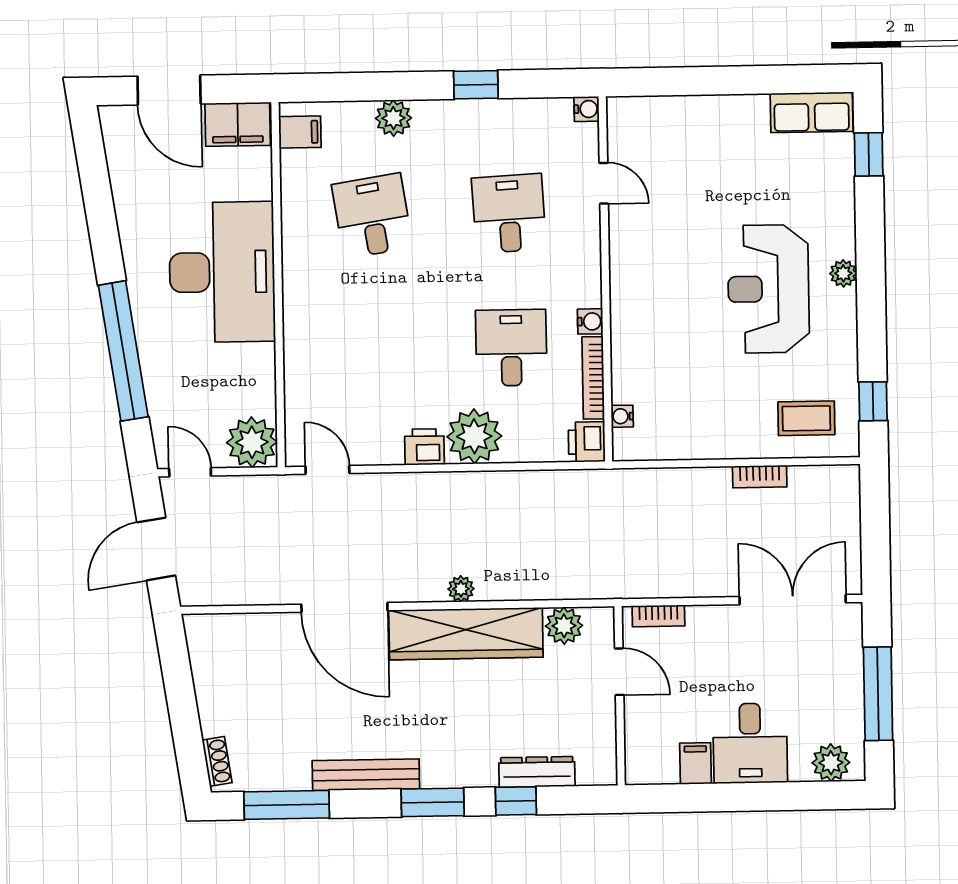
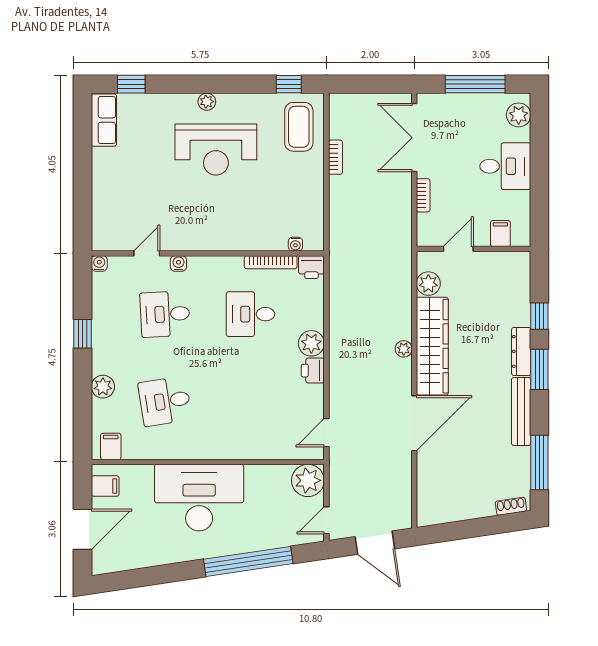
filing cabinet: (238, 124) -> (105, 486), width x0.50
water cooler: (590, 321) -> (178, 264), moved
coffee table: (806, 418) -> (299, 127), width x1.36, depth x1.30
plant: (474, 436) -> (311, 343), width x0.73, depth x0.73
bookcase: (658, 616) -> (423, 195), moved
filing cabinet: (695, 763) -> (500, 234), moved, turned 90
dresser: (537, 772) -> (521, 351), moved

